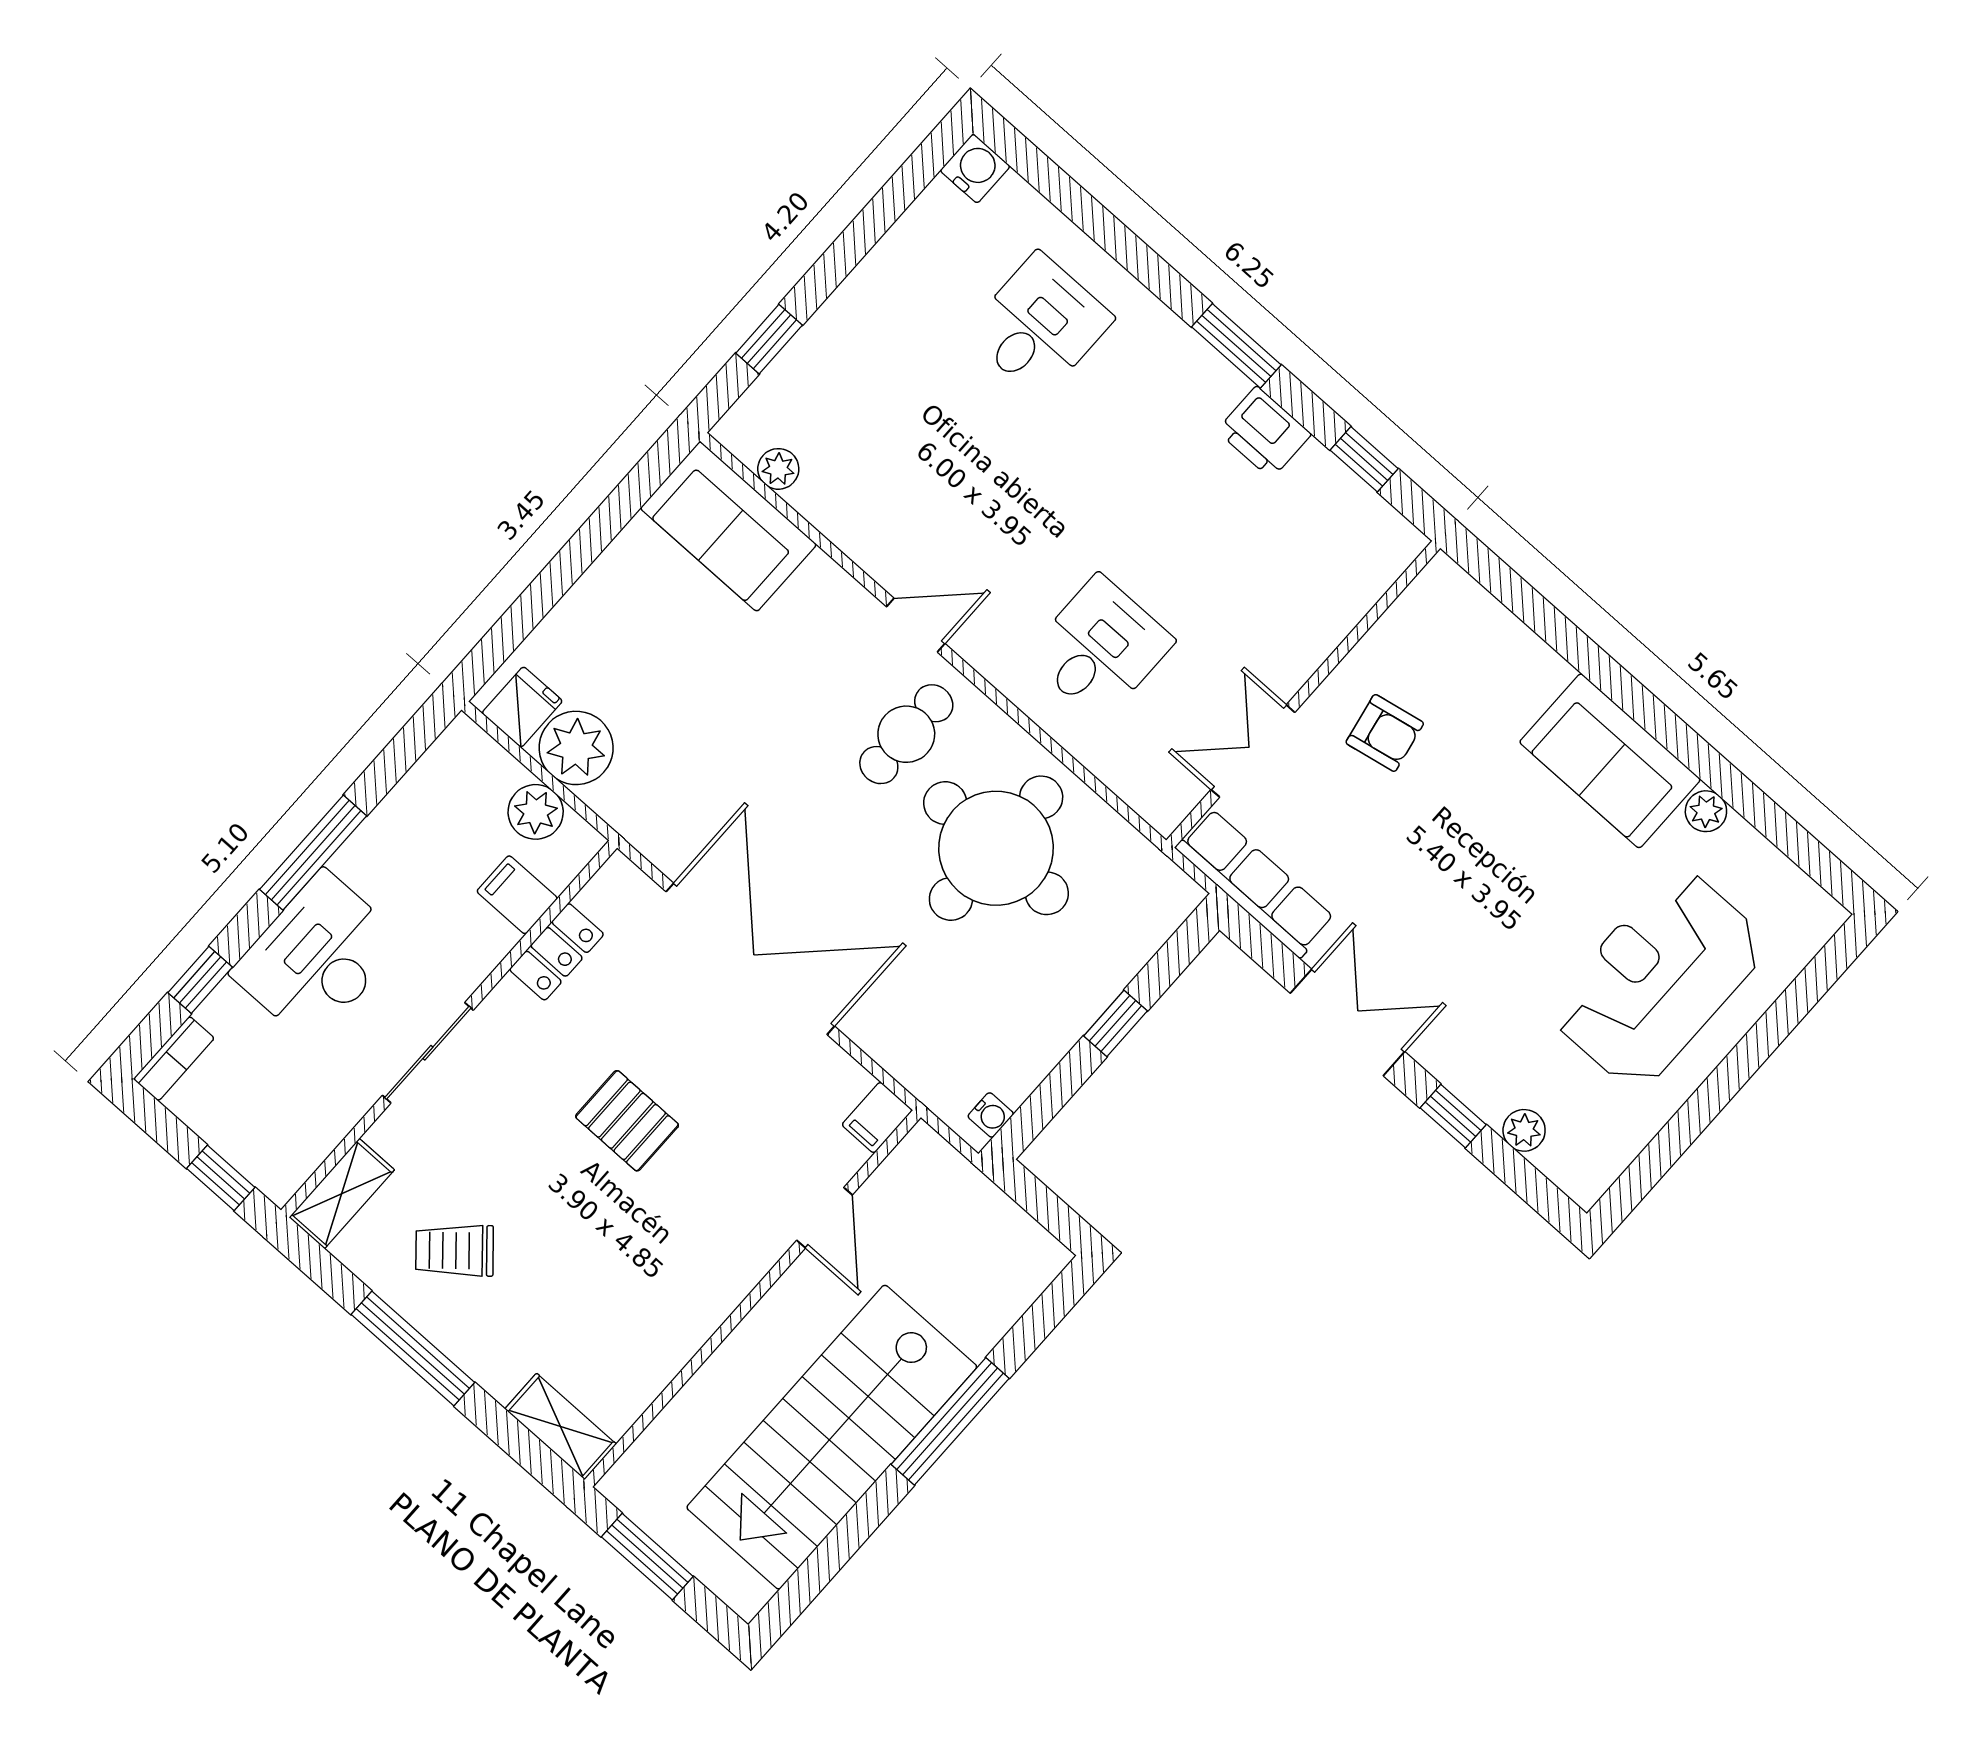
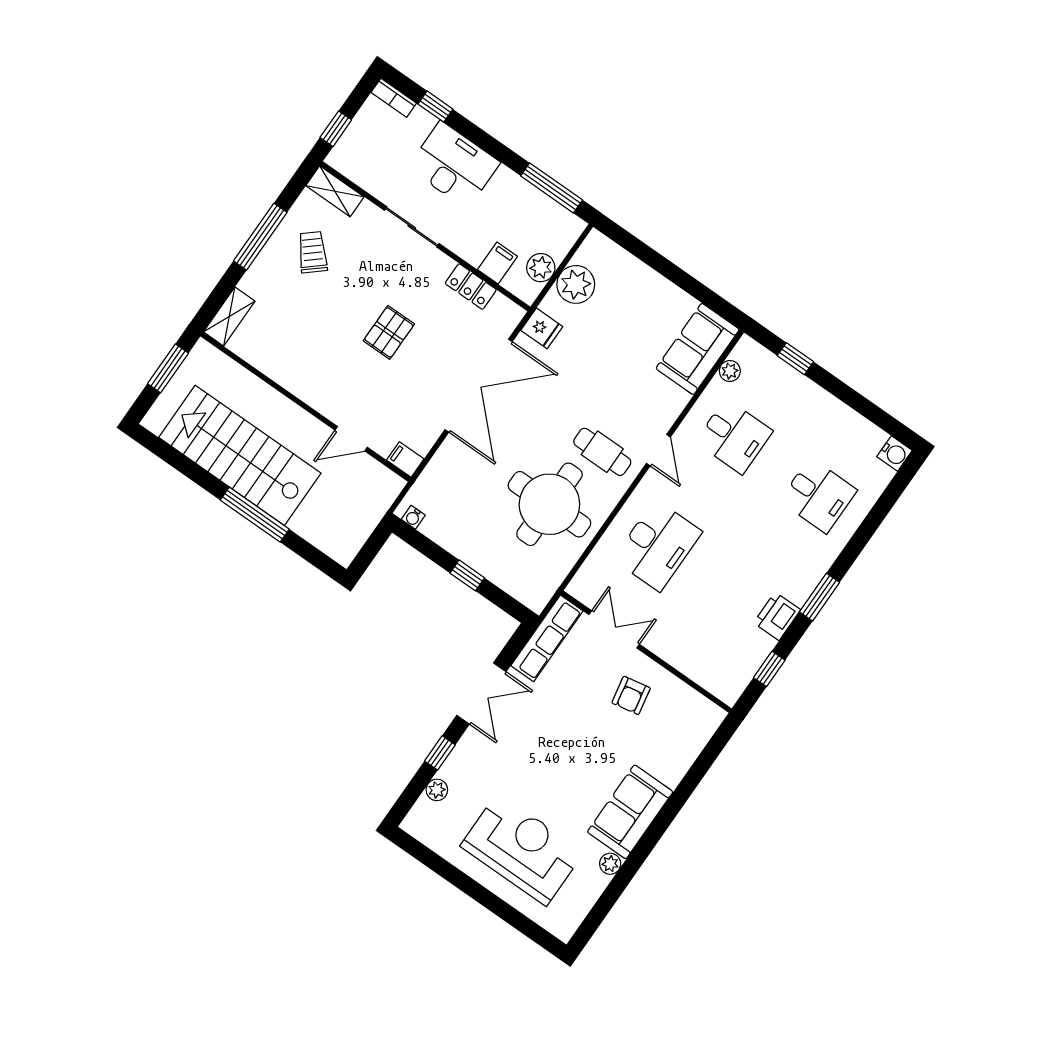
desk: (906, 476) -> (734, 436), added
desk: (1100, 648) -> (658, 545), width x1.37
fridge: (522, 707) -> (542, 328), moved
window: (313, 853) -> (552, 188), moved

